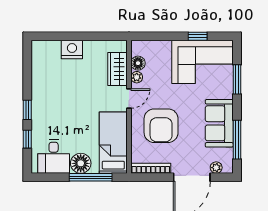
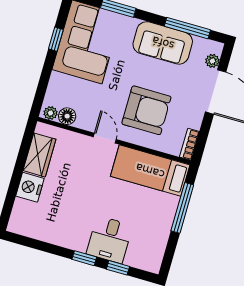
wardrobe: (118, 69) -> (39, 155), moved, turned -90
plant: (137, 77) -> (51, 113), moved
desk: (54, 156) -> (109, 240), moved, turned 90
floor lamp: (81, 163) -> (163, 215), removed
bookcase: (151, 168) -> (189, 144), width x0.64

